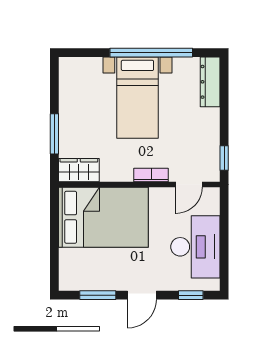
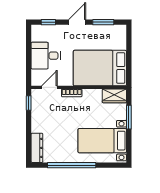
bed with nightstands: (137, 98) -> (102, 141), moved, turned -90
desk: (195, 247) -> (46, 56), width x0.73

